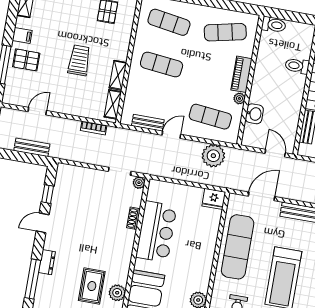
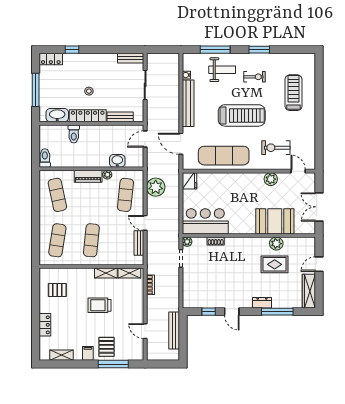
bench: (32, 147) -> (174, 330), width x1.36
bar counter: (156, 232) -> (205, 221), moved

